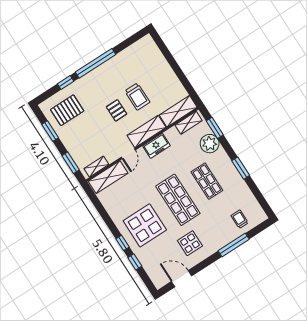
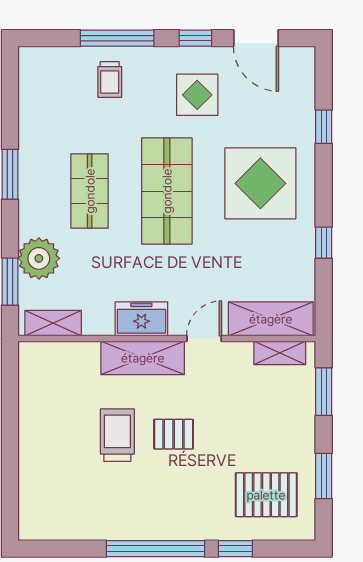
pallet: (117, 110) -> (174, 434), turned 90
shelving: (178, 111) -> (58, 357), removed
trolley: (240, 219) -> (110, 79), moved
window: (123, 243) -> (324, 243), moved
window: (204, 264) -> (195, 38), added

